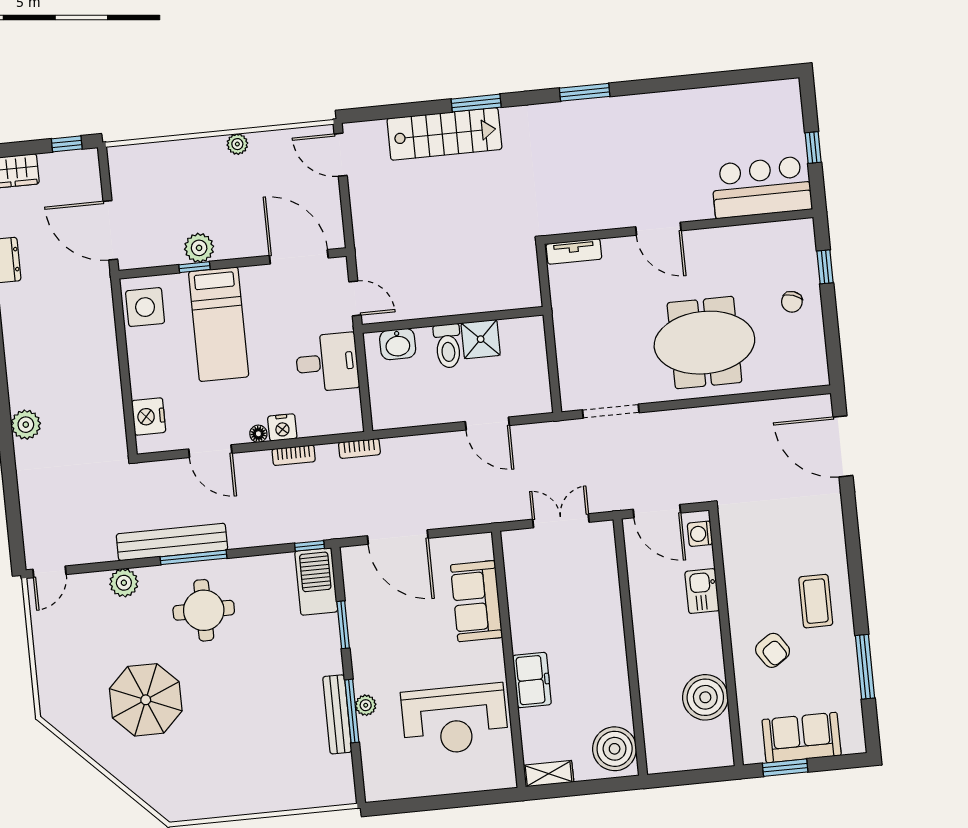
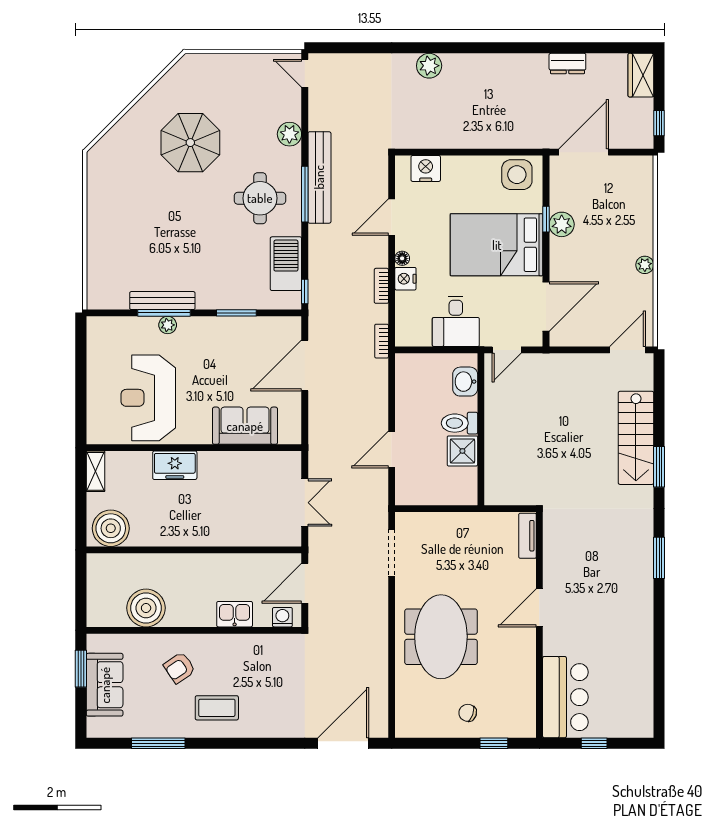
bed: (219, 324) -> (497, 245), width x1.50
barbecue: (316, 582) -> (286, 264), moved, turned -90

